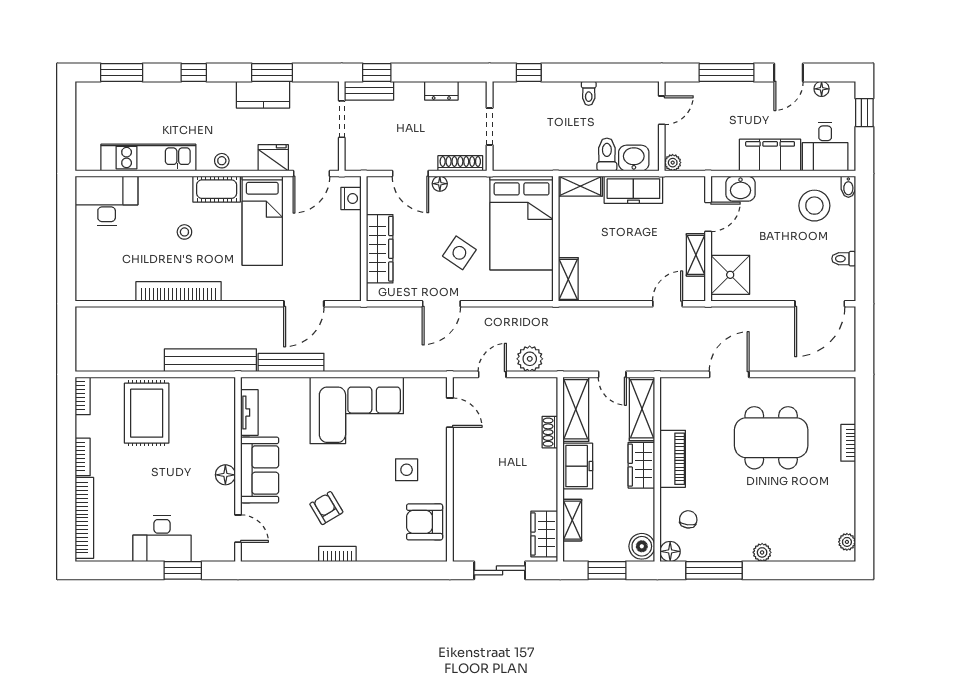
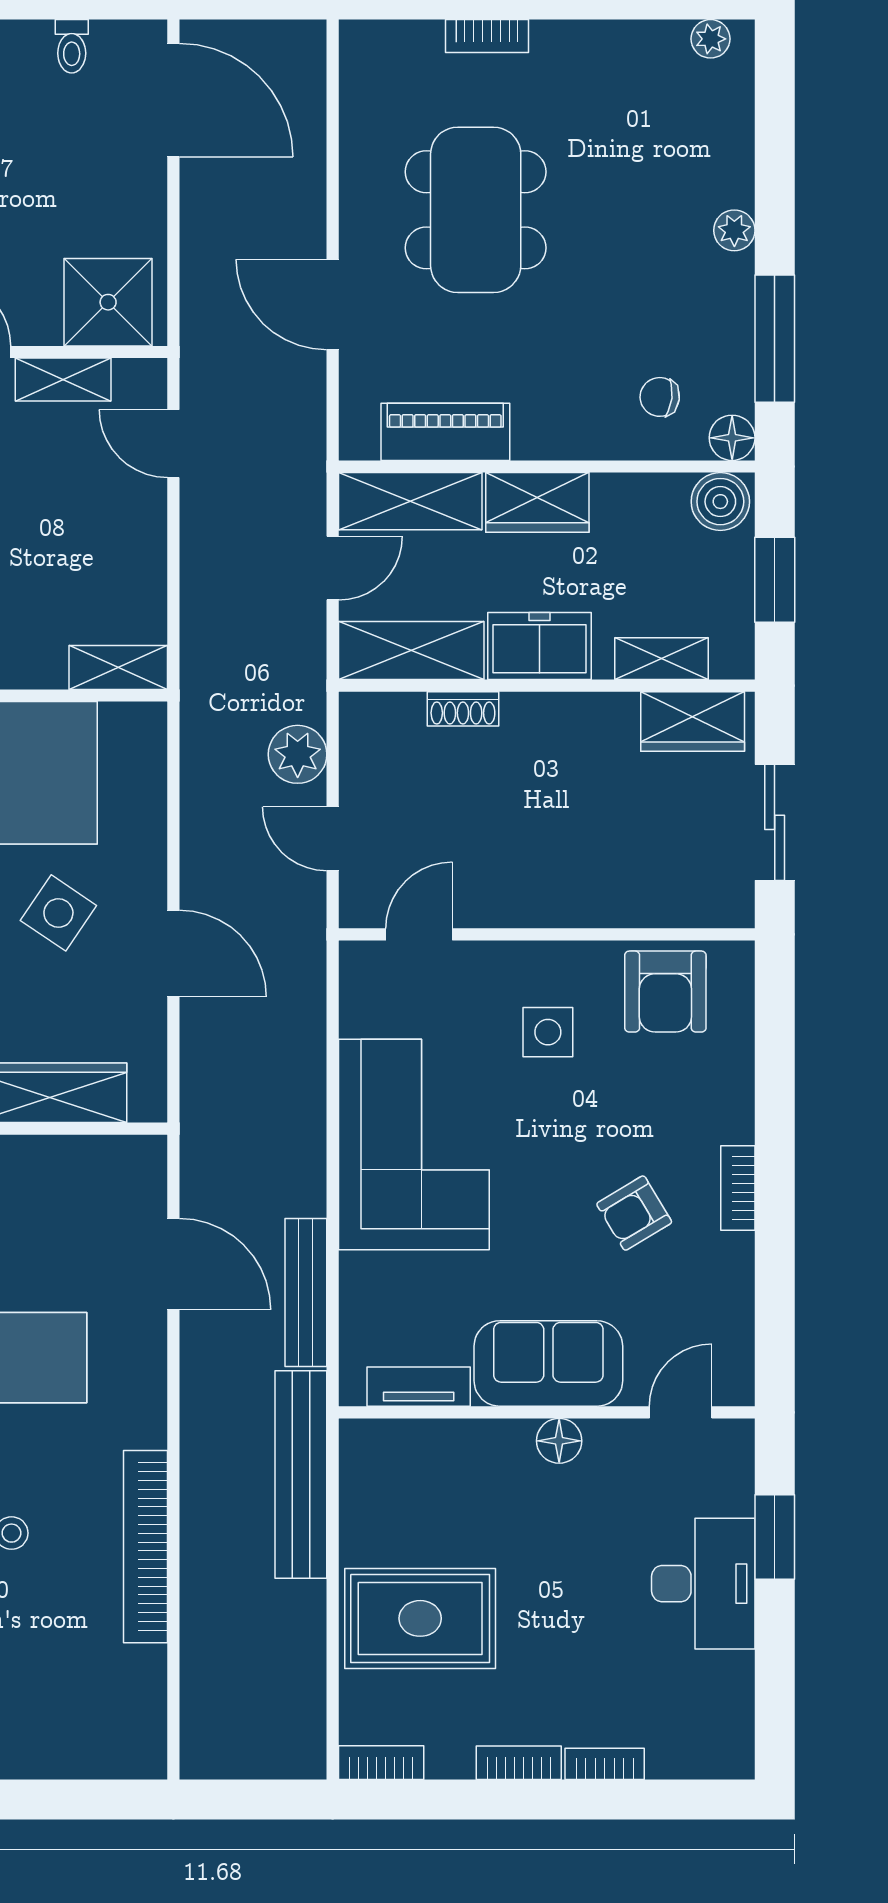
piano: (673, 459) -> (445, 432), moved
bookcase: (84, 518) -> (605, 1764), width x0.43, depth x0.76

